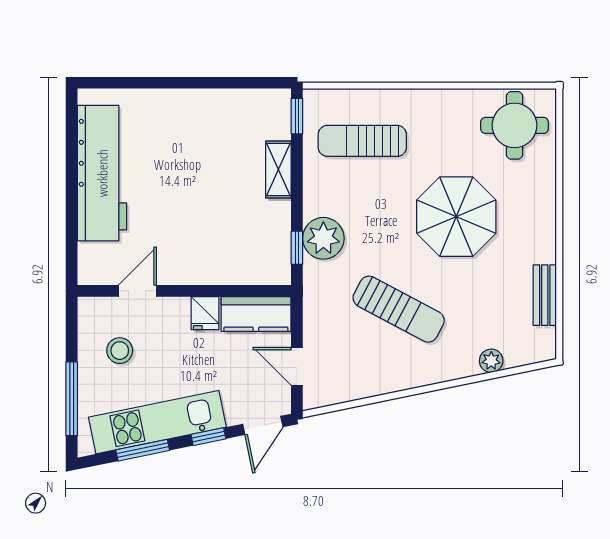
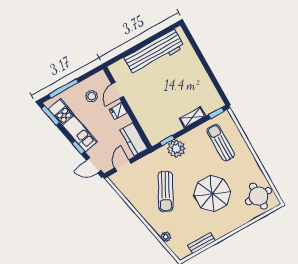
door: (137, 291) -> (118, 90), swing flipped
fridge: (205, 313) -> (118, 111), moved
window: (143, 450) -> (50, 115), moved

